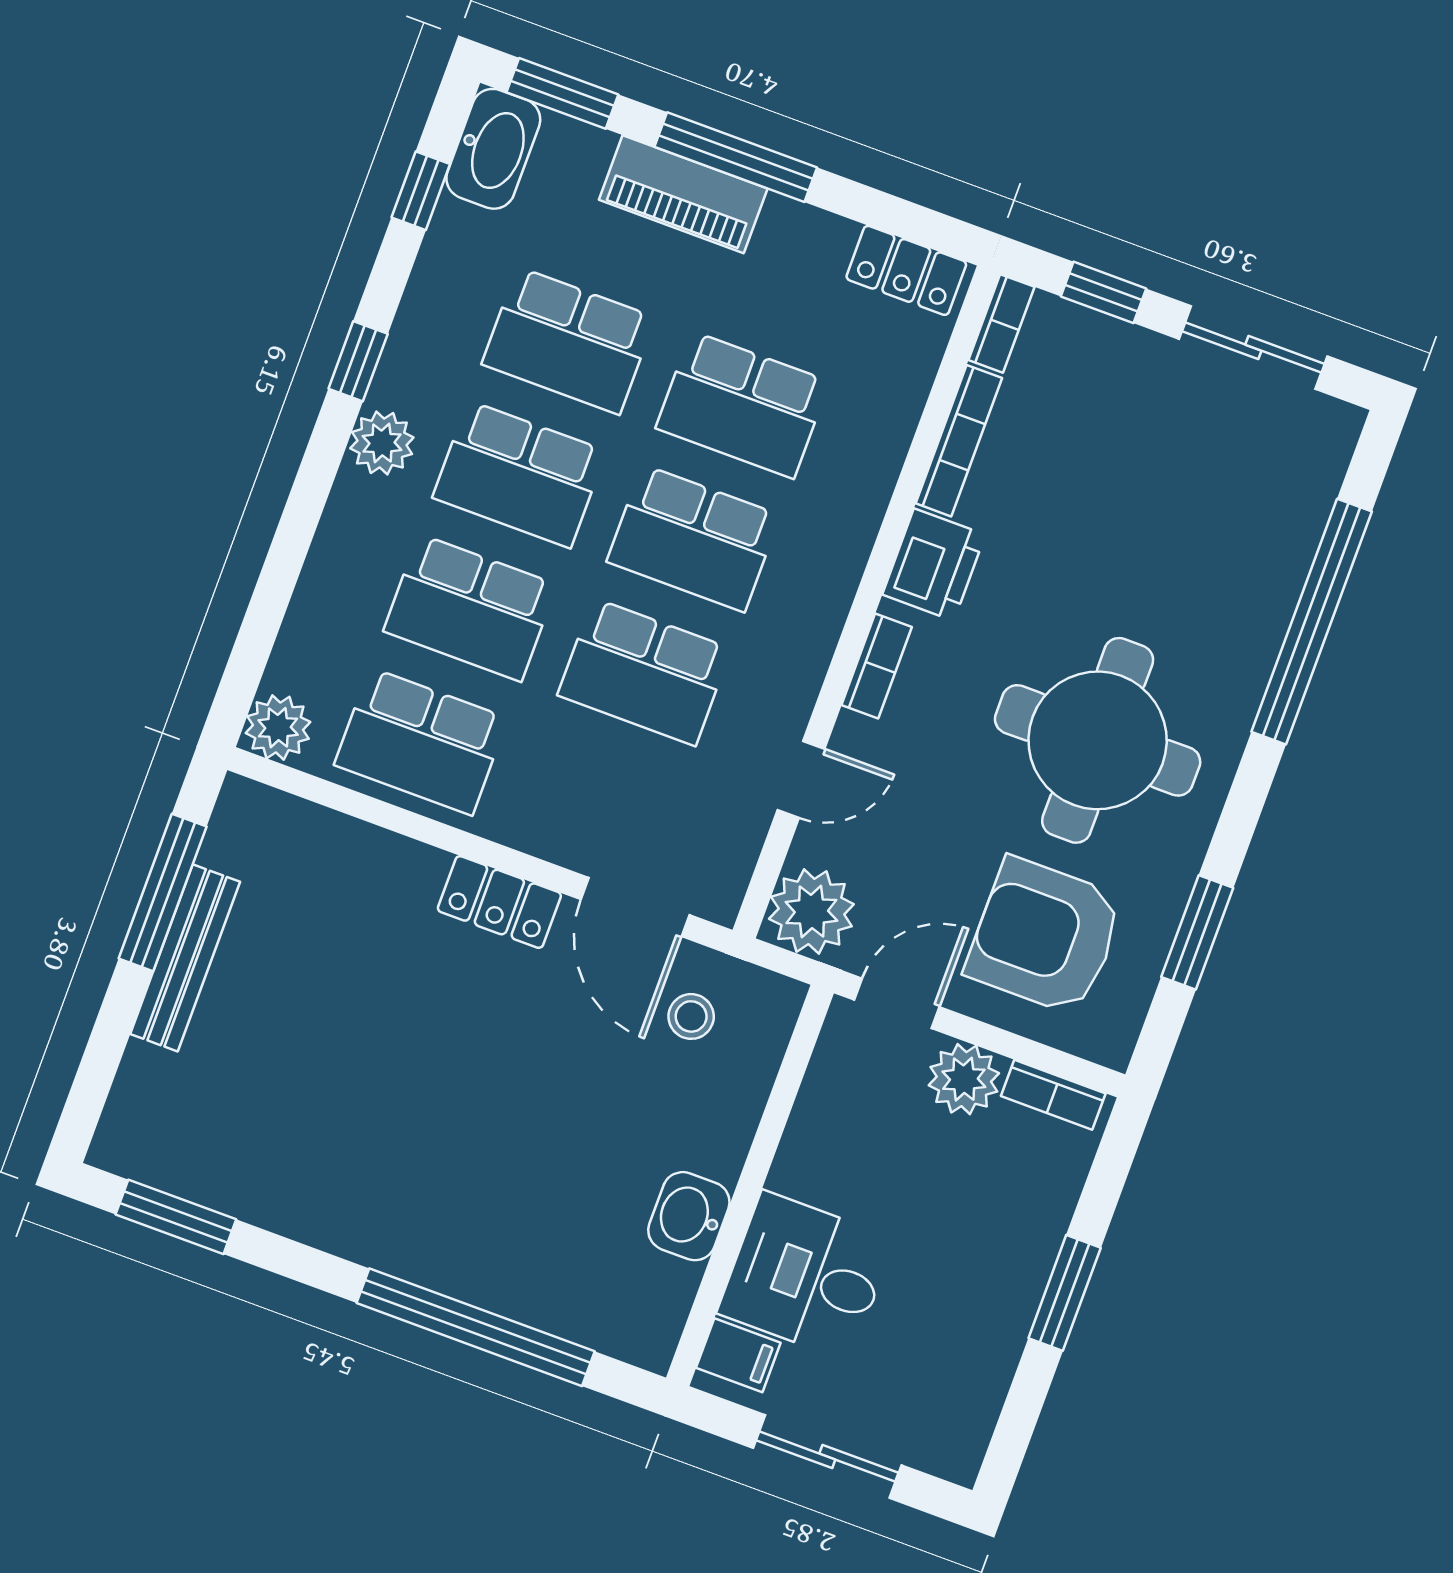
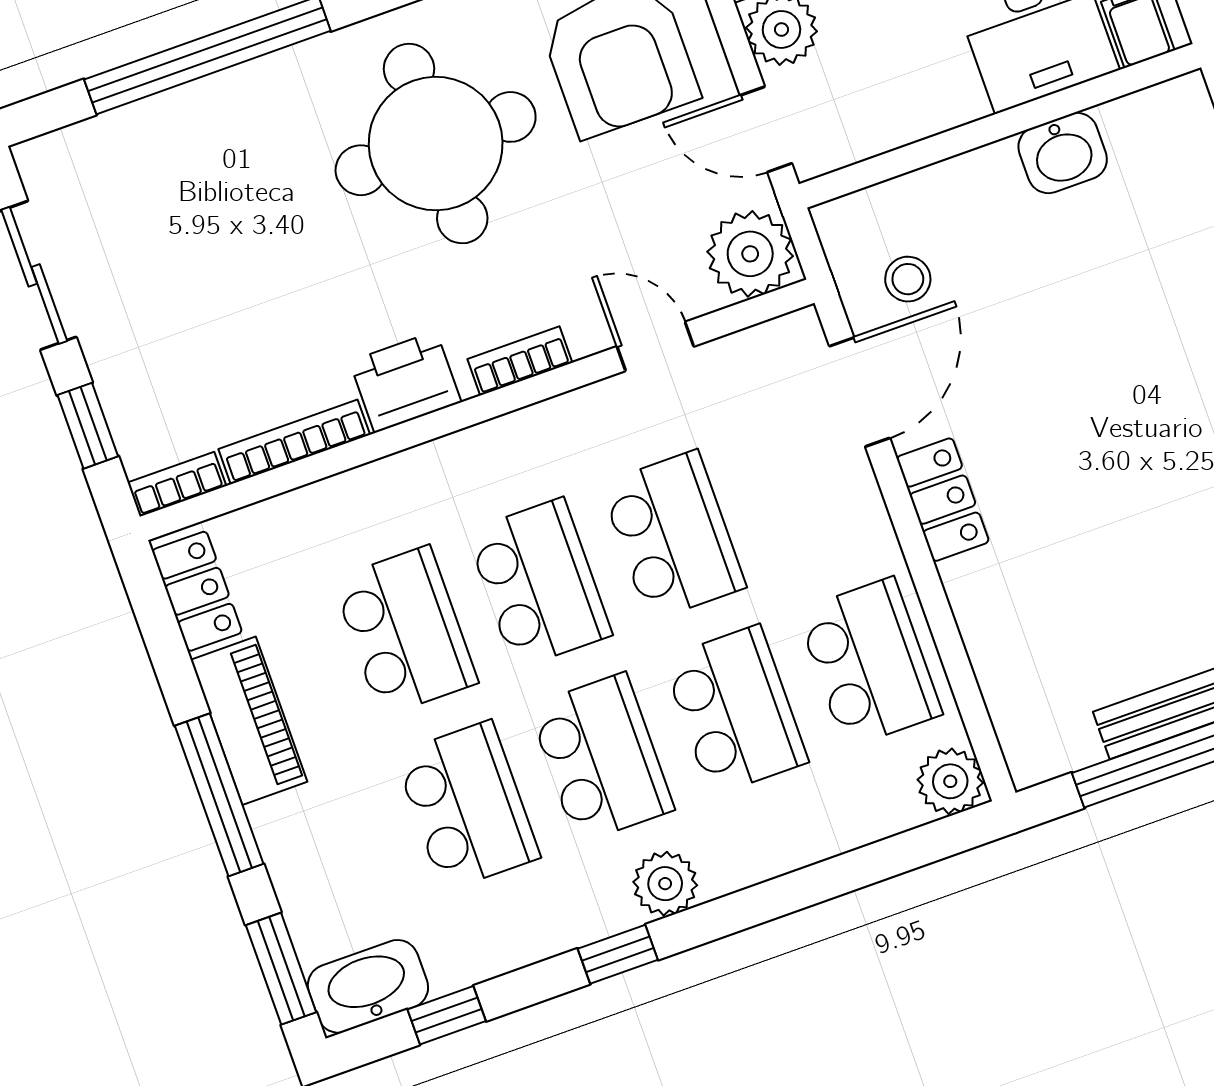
piano: (683, 194) -> (249, 721), moved

